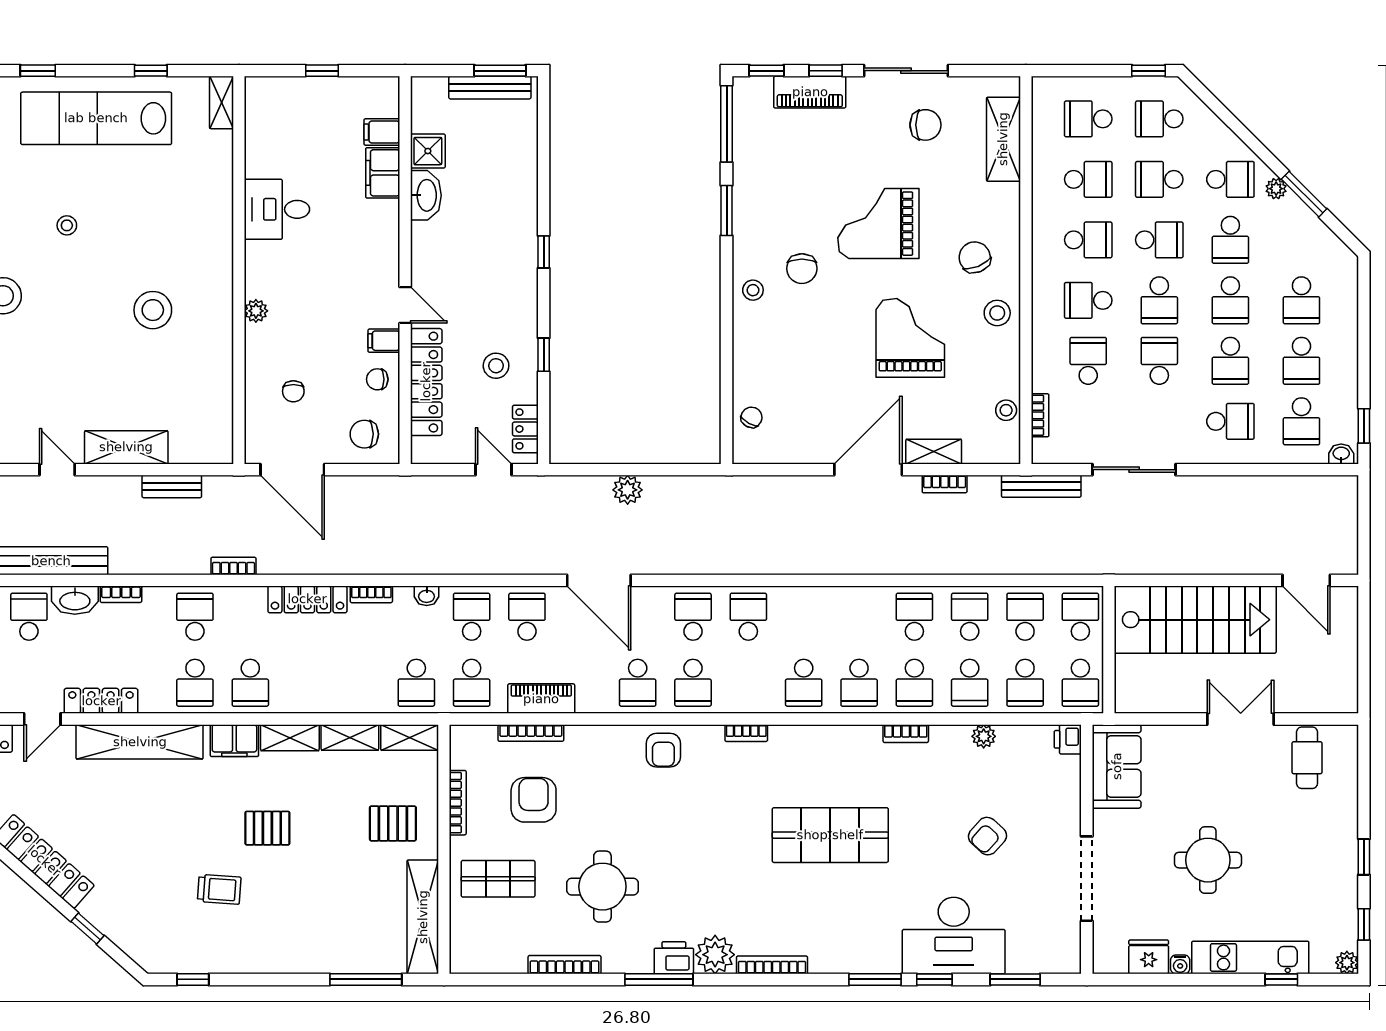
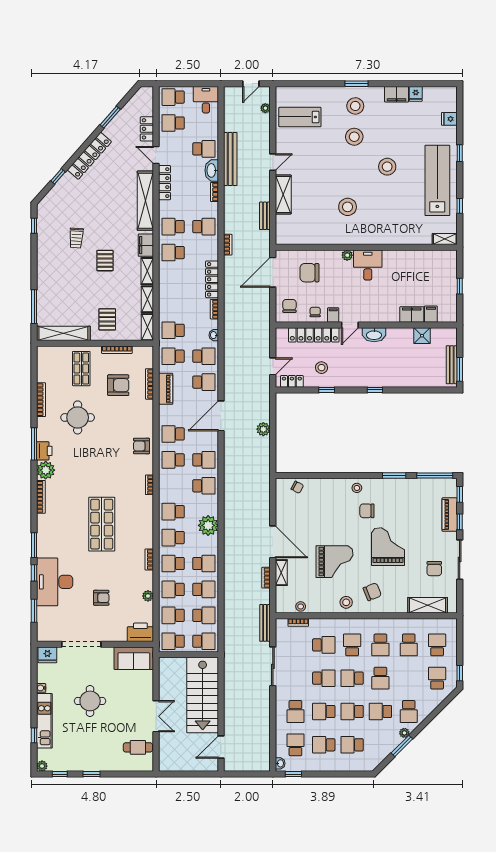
school desk: (1159, 179) -> (409, 678), removed
washbasin: (426, 195) -> (374, 335), moved
desk: (277, 209) -> (368, 265), moved
stool: (67, 225) -> (387, 167), width x1.89, depth x1.89
chair: (293, 391) -> (309, 273), width x1.87, depth x1.87
school desk: (1301, 421) -> (295, 745), turned 90
plant: (833, 608) -> (208, 525), added
printer: (1068, 739) -> (140, 632), width x1.87, depth x1.48
armchair: (988, 836) -> (101, 598), turned 138
fridge: (1149, 957) -> (47, 655), moved, turned 90

